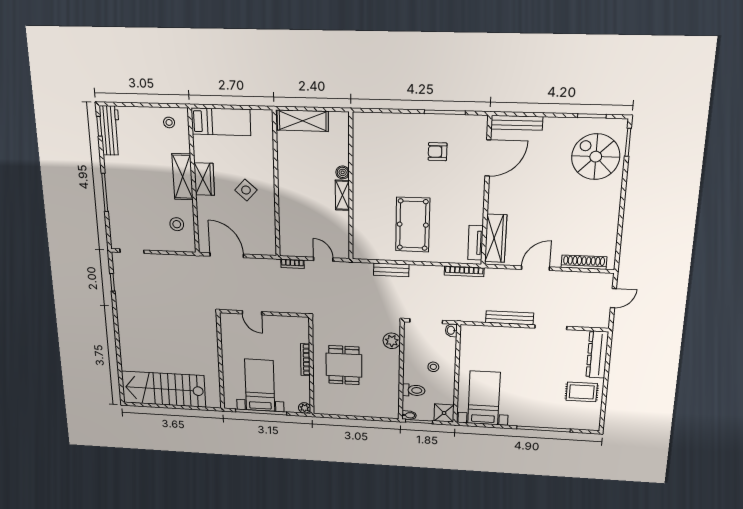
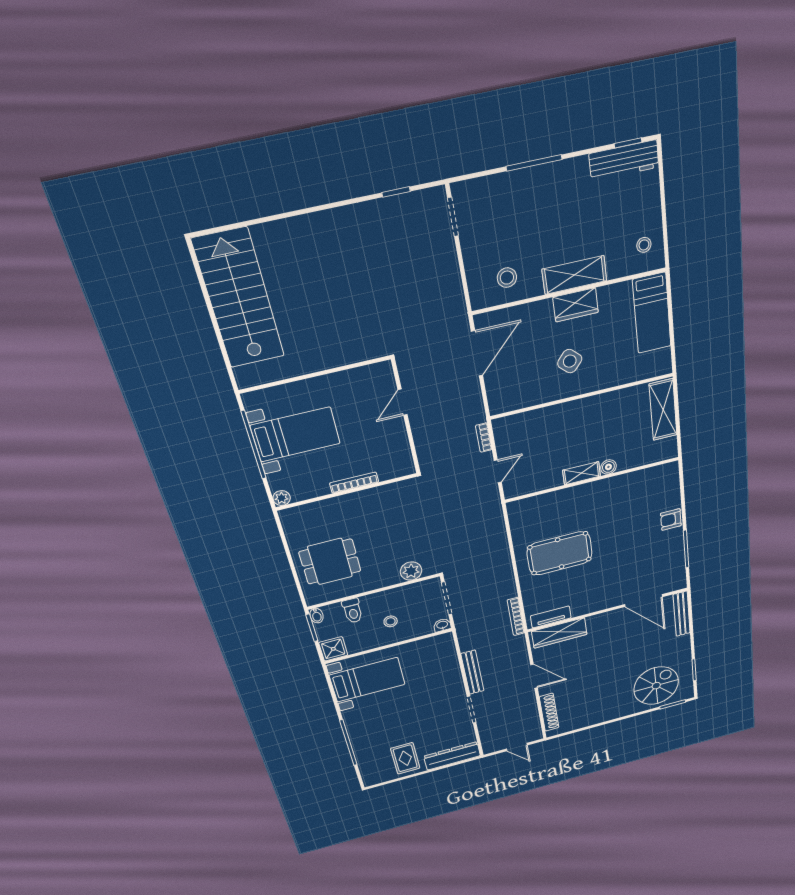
armchair: (438, 152) -> (671, 519), moved, turned -90
bench: (391, 270) -> (501, 547), removed
dining table: (344, 365) -> (330, 562), moved

